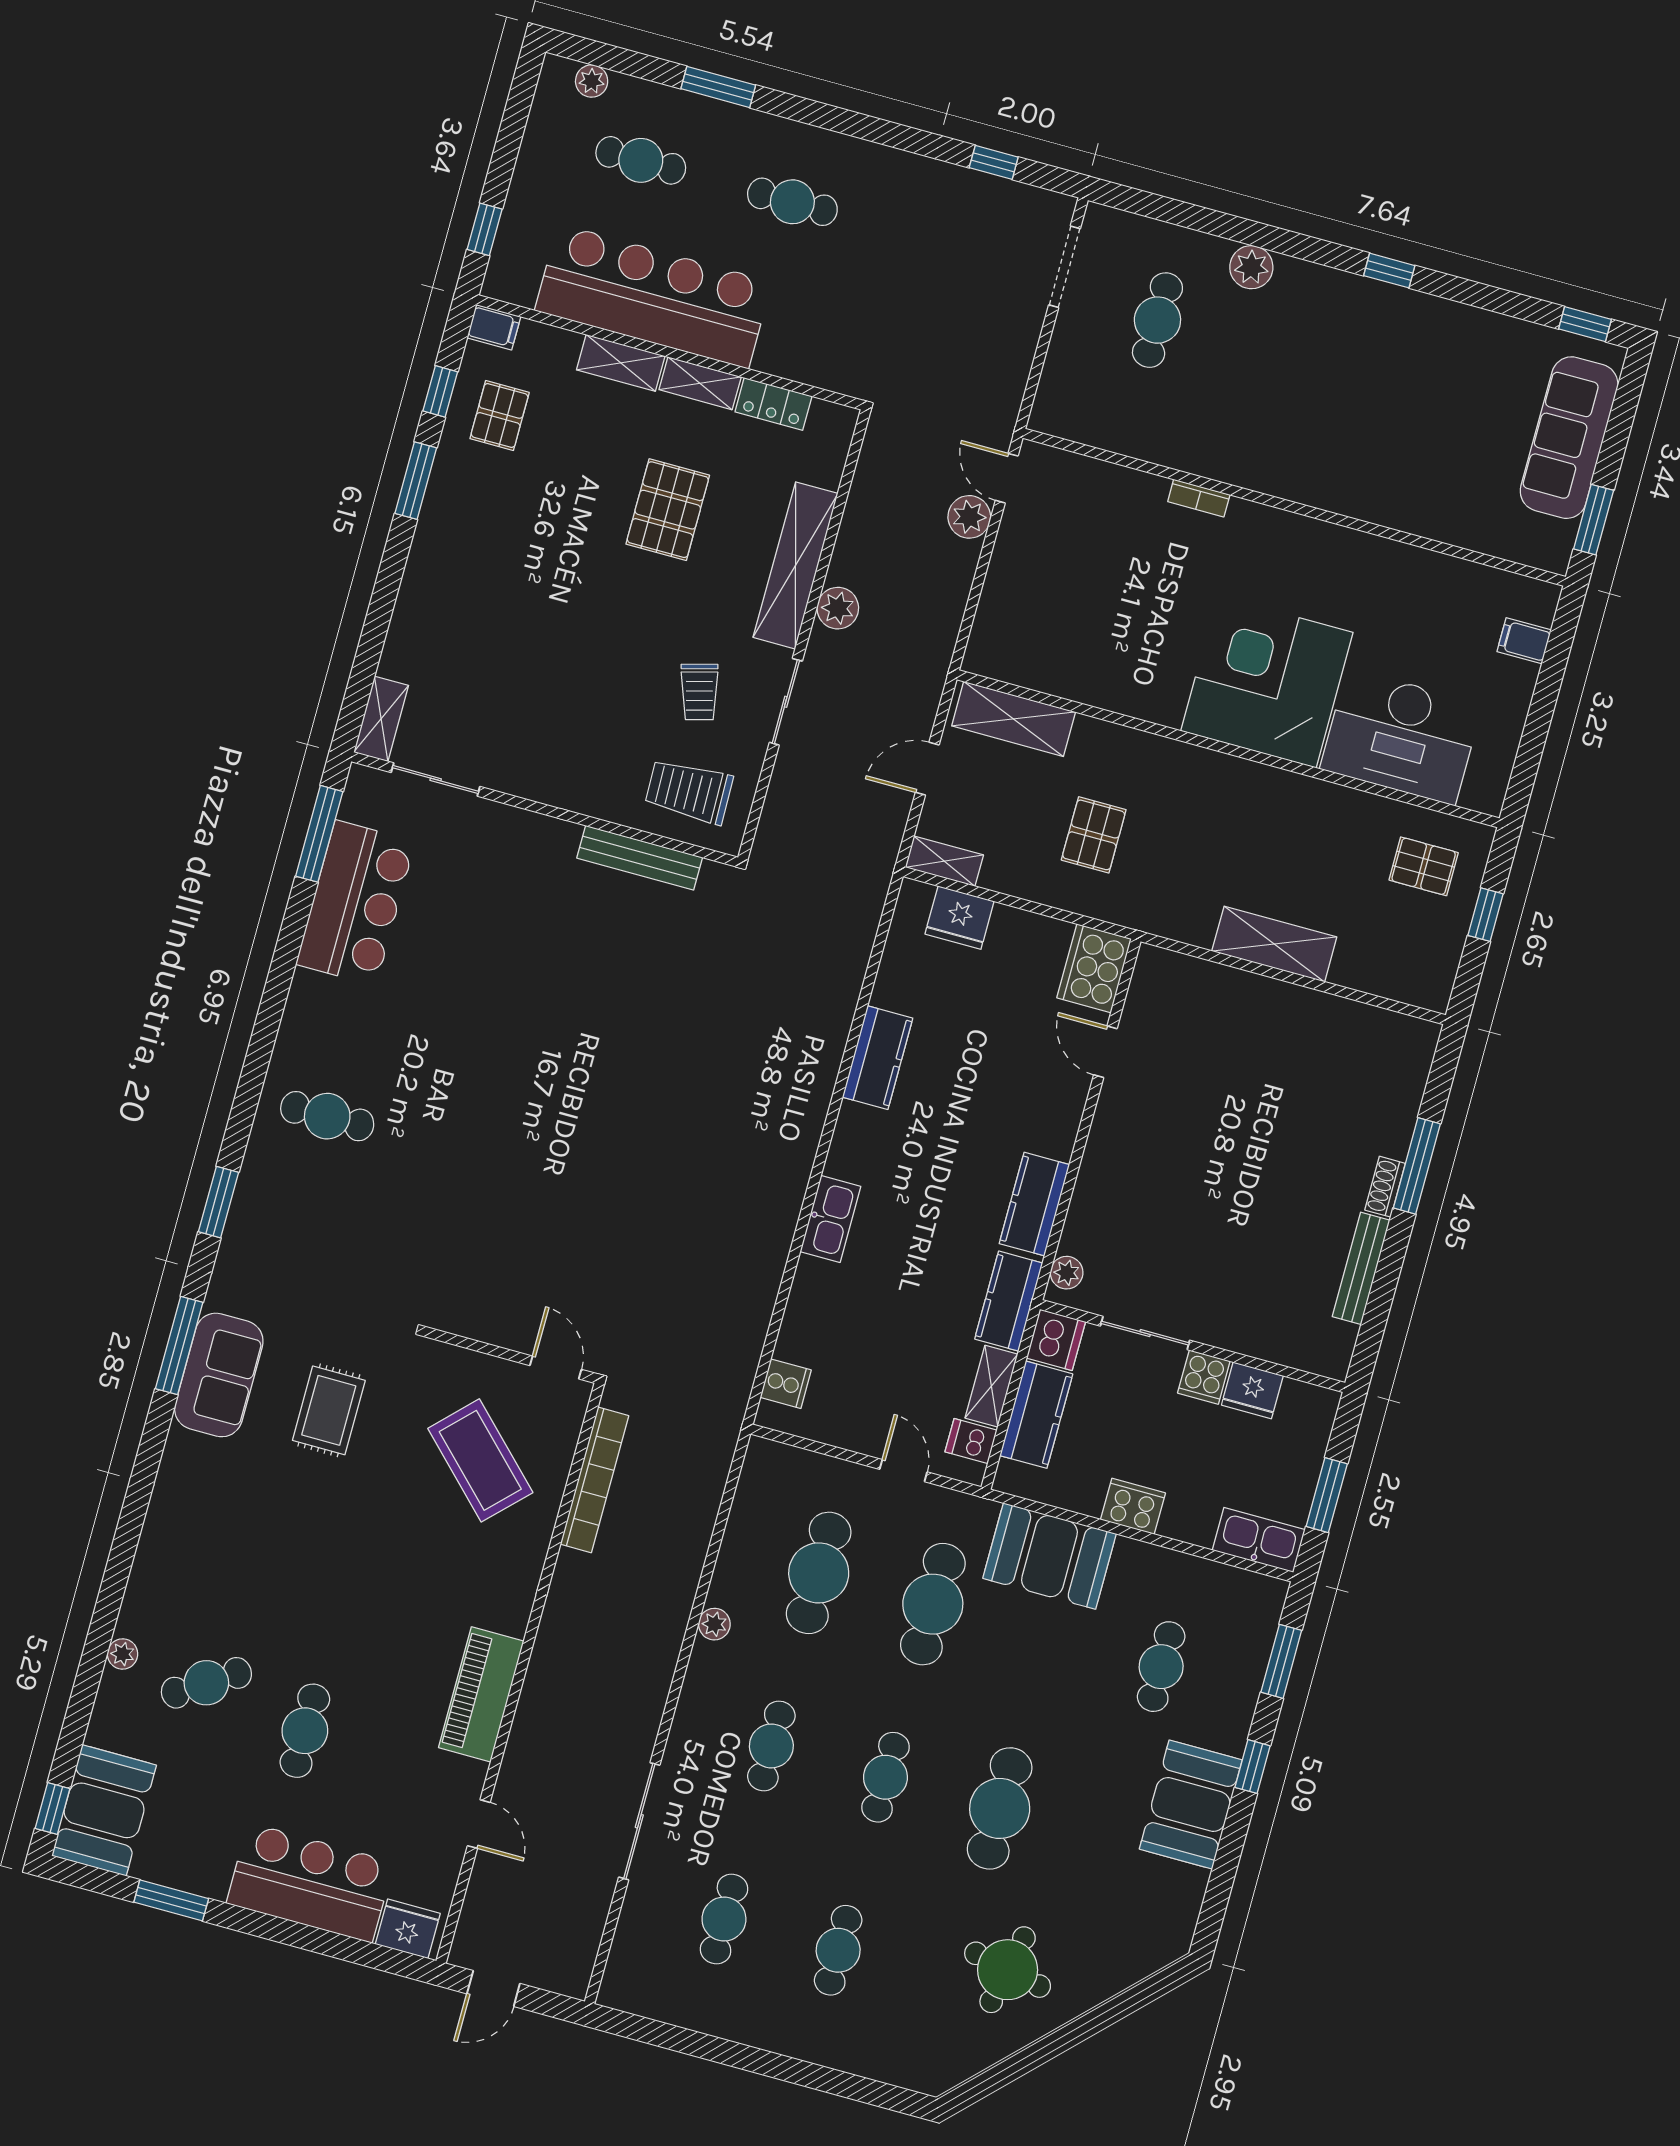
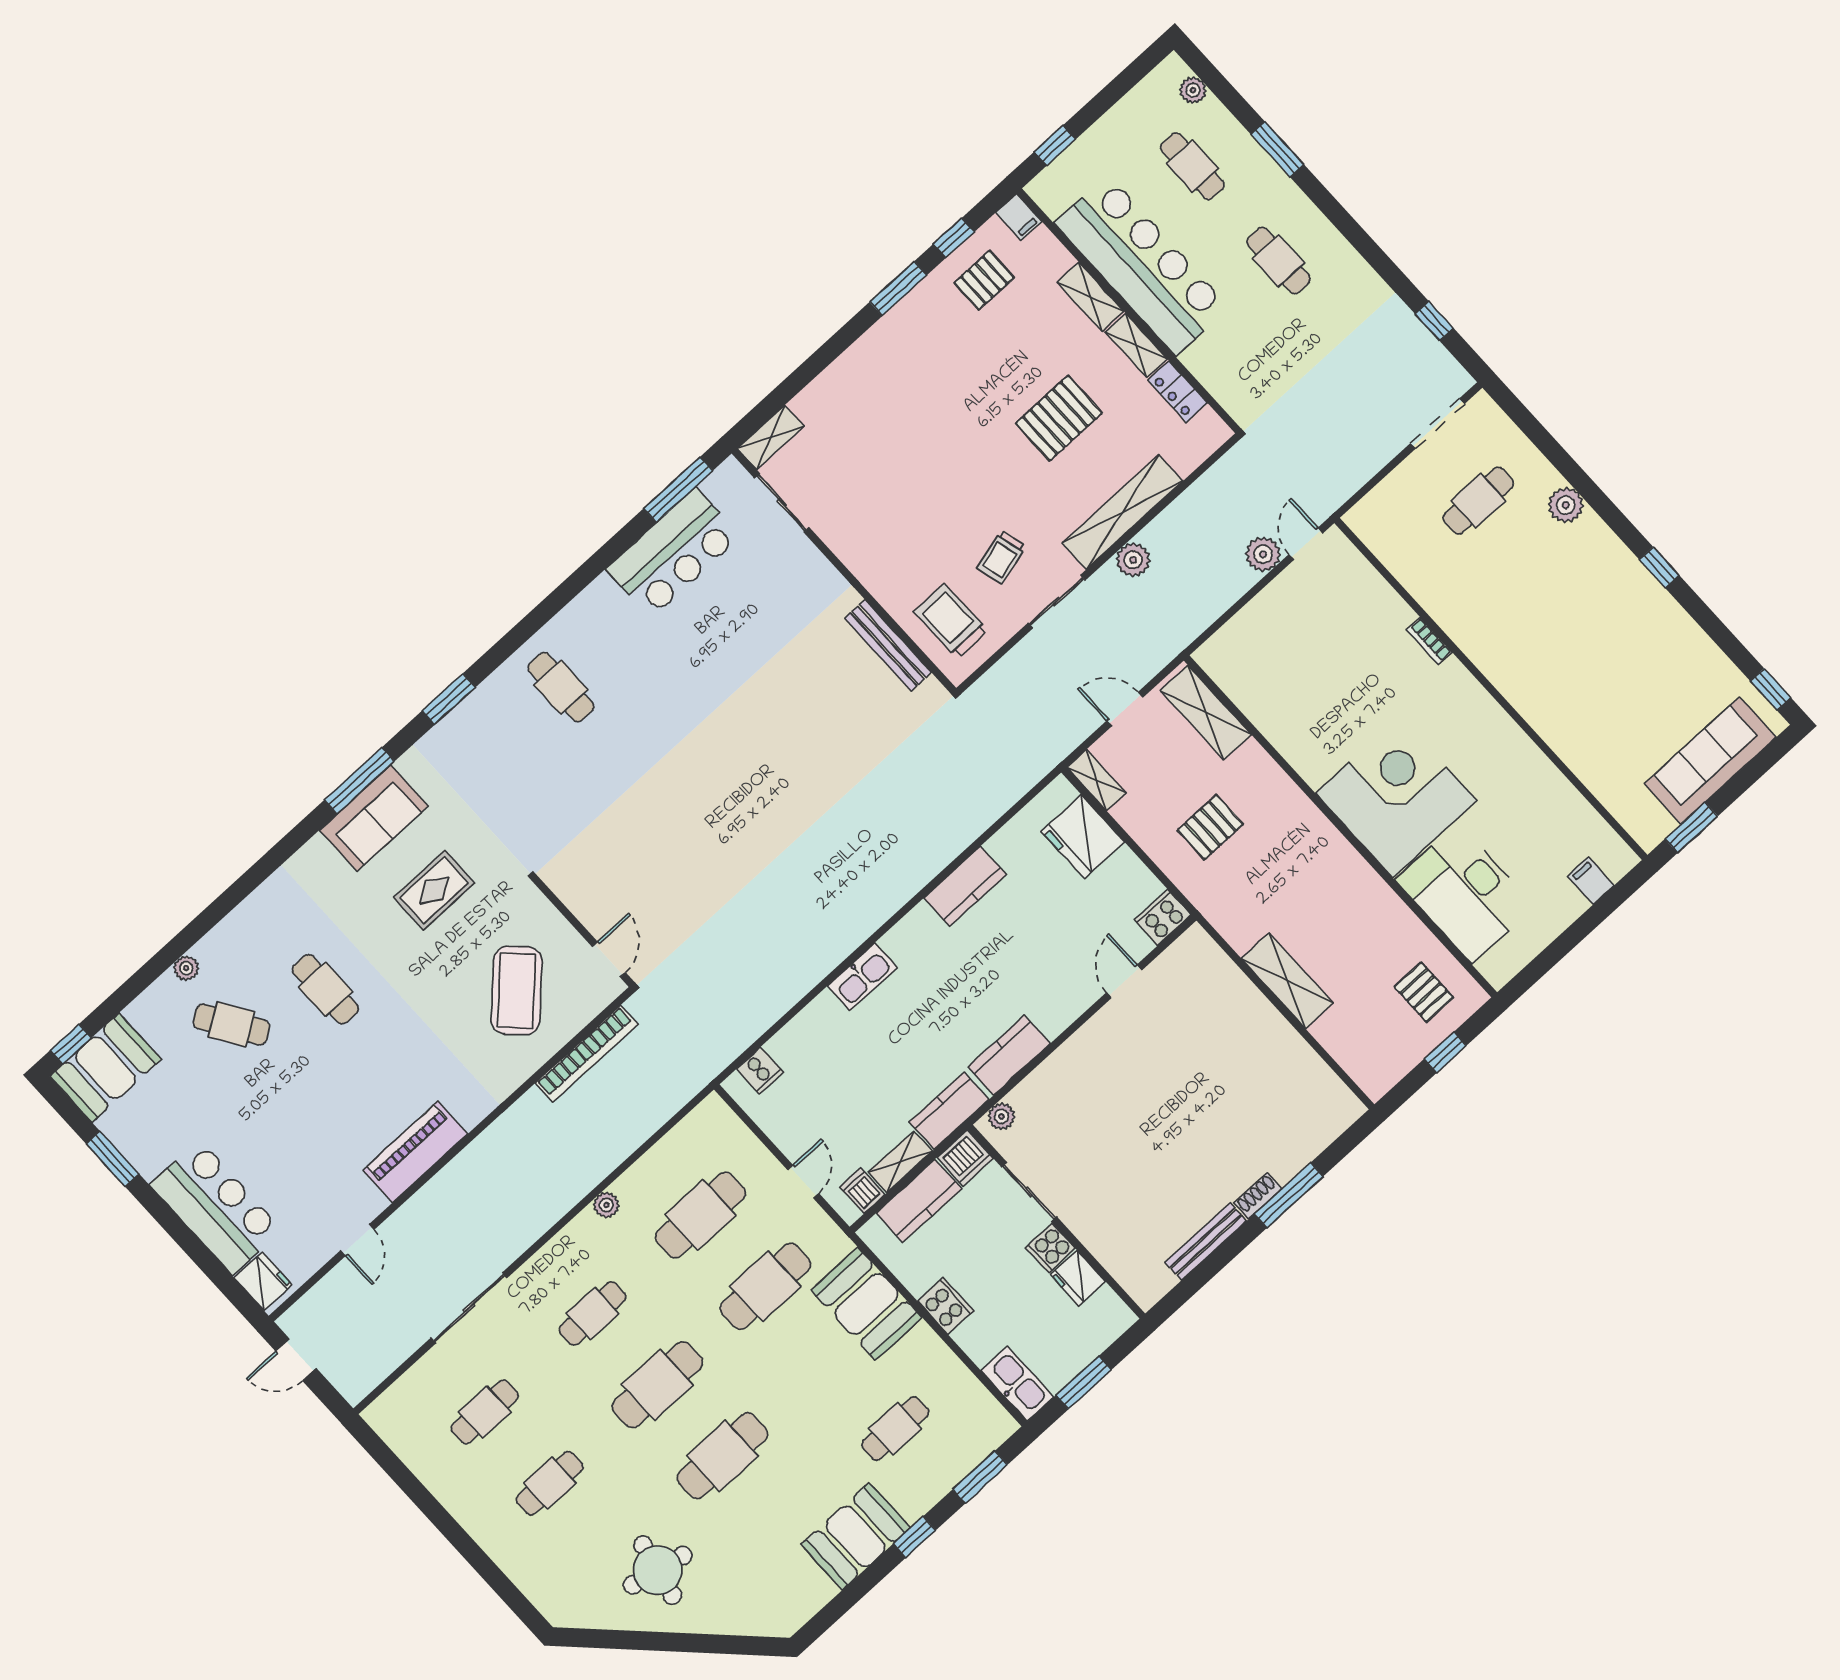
fridge: (959, 918) -> (1083, 837), width x1.36, depth x1.34
cooker: (1094, 968) -> (1163, 917), width x0.73, depth x0.76
cafe table: (305, 1731) -> (325, 989), moved, turned 90
cafe table: (885, 1777) -> (658, 1385), width x1.37, depth x1.35

